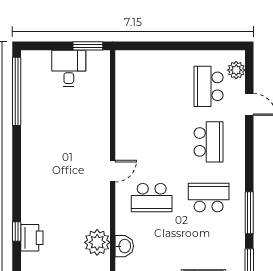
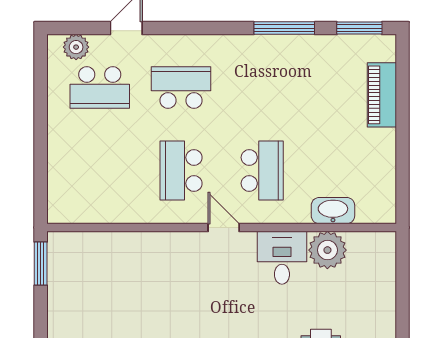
desk: (69, 68) -> (282, 258), moved, turned 90
school desk: (209, 198) -> (181, 170), moved
washbasin: (124, 246) -> (333, 211), width x1.38

